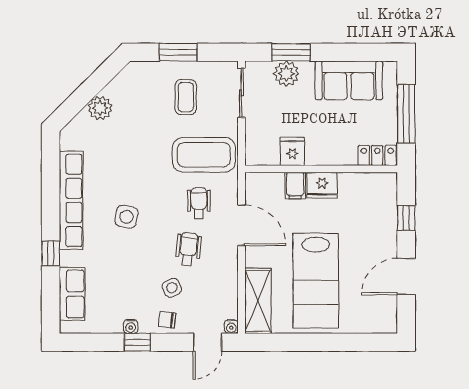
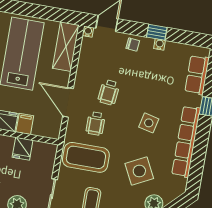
side table: (172, 288) -> (139, 171), moved, width x1.87, depth x1.87

